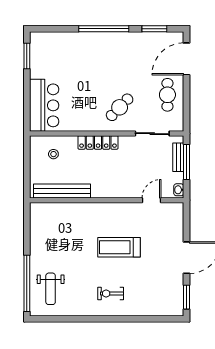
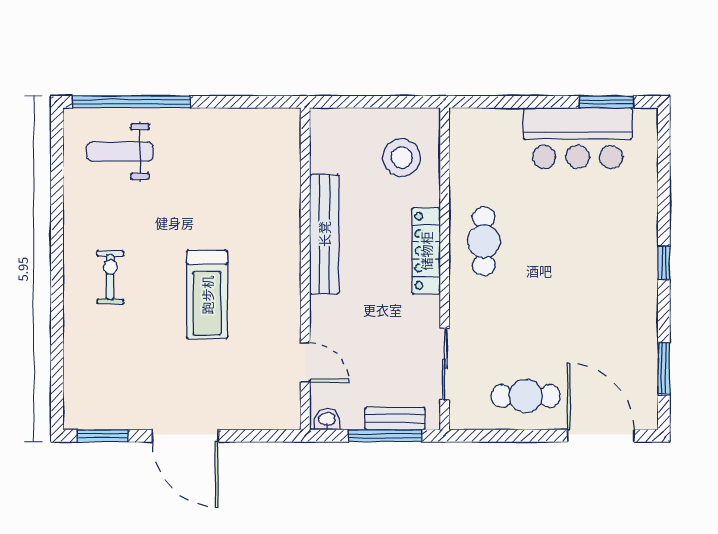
window: (104, 29) -> (664, 263), width x0.32
bar counter: (44, 105) -> (578, 138), moved
cafe table: (120, 107) -> (484, 241), moved, turned 46
stool: (53, 154) -> (402, 158), width x1.89, depth x1.89
bench: (62, 191) -> (324, 234), moved
treadmill: (119, 247) -> (207, 295), turned 180

